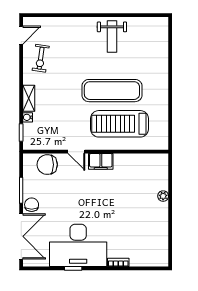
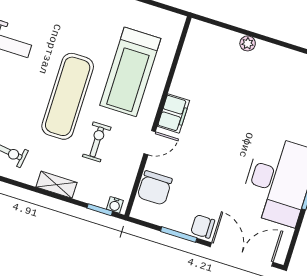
exercise mat: (112, 91) -> (68, 96), moved
exercise bike: (66, 116) -> (97, 142), added
water cooler: (28, 117) -> (115, 205), moved

